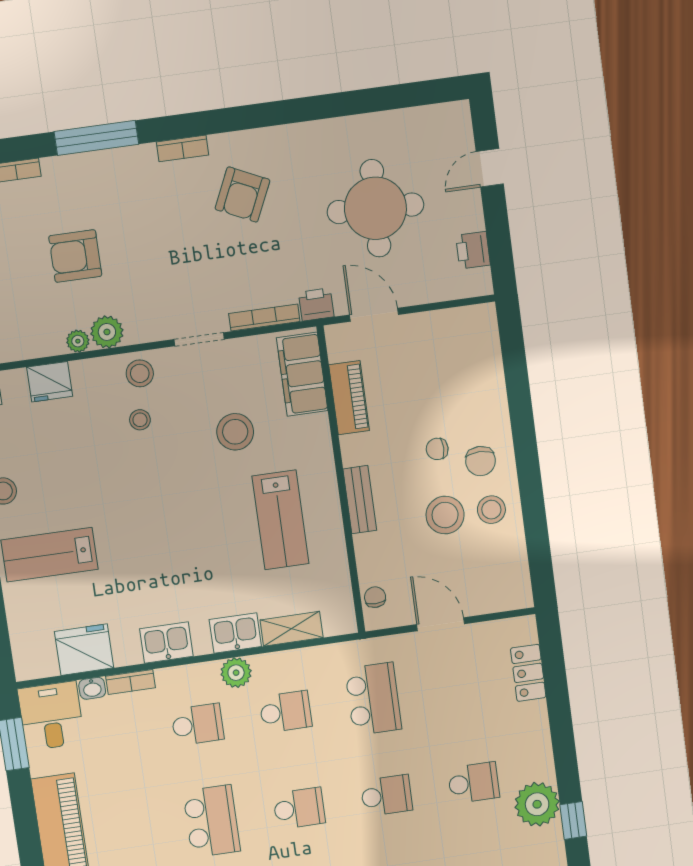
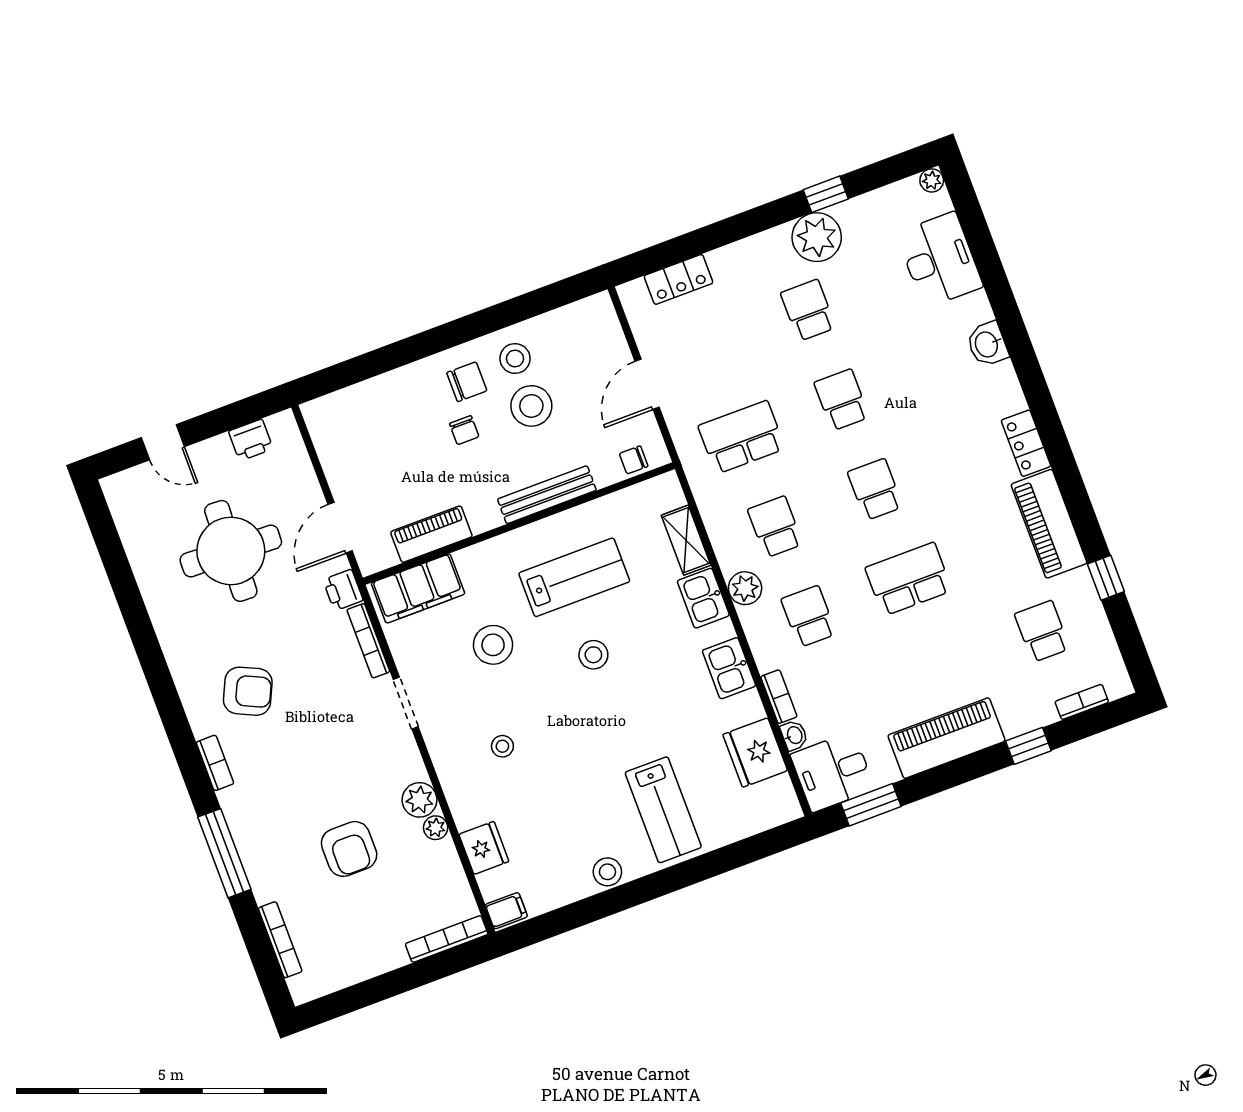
stool: (140, 373) -> (593, 655), moved
bench: (360, 500) -> (547, 495), width x1.36

